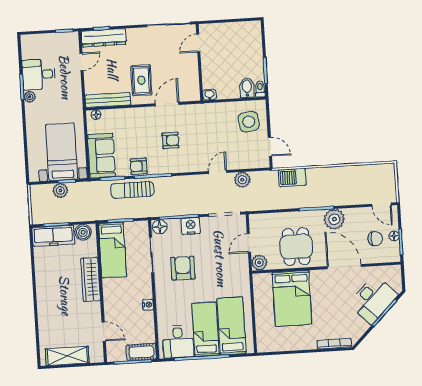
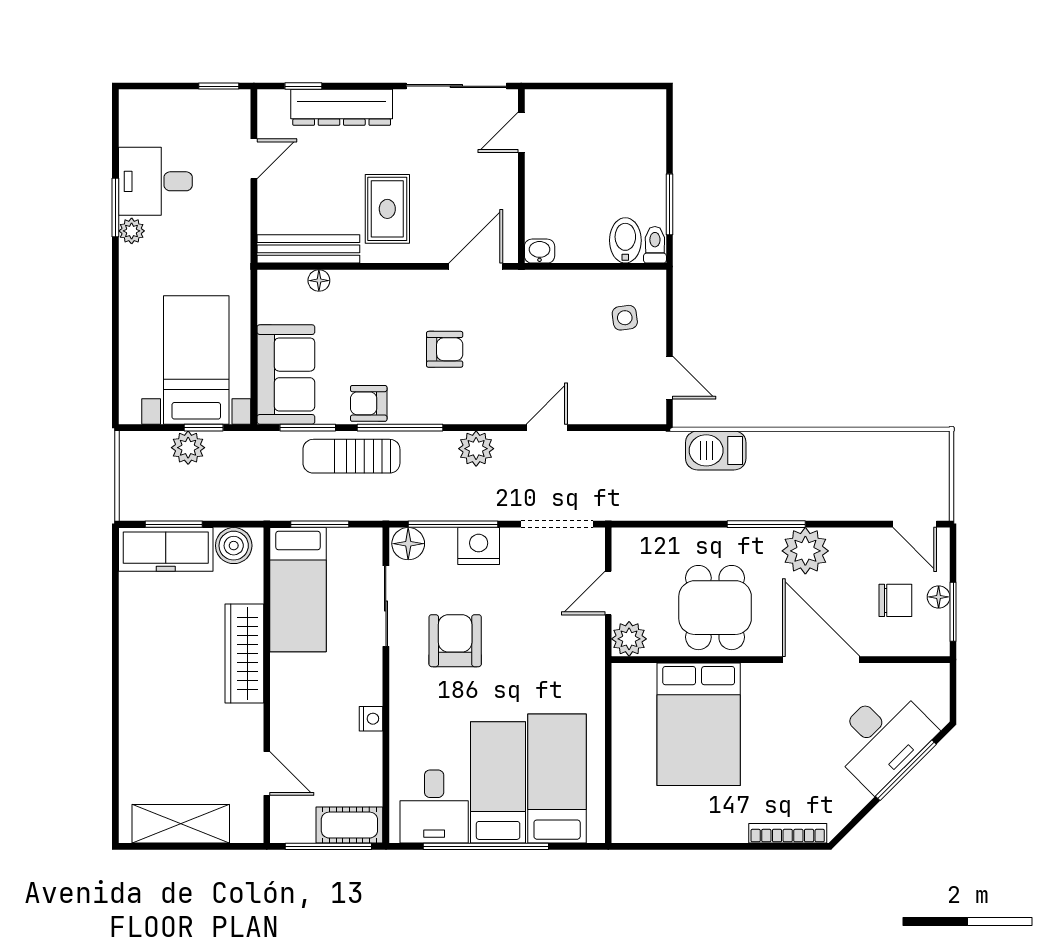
dresser: (104, 38) -> (342, 107), moved
door: (167, 104) -> (476, 266), moved
floor lamp: (96, 115) -> (319, 281), moved
side table: (249, 122) -> (625, 318), width x0.54, depth x0.54
plant: (242, 180) -> (476, 449), moved

